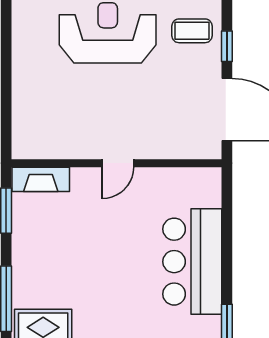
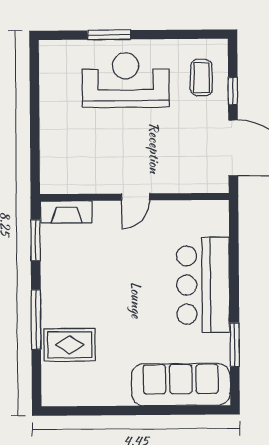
coffee table: (192, 31) -> (201, 78), turned 90

